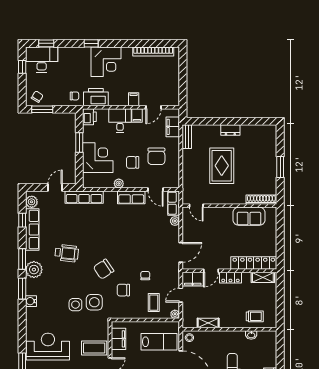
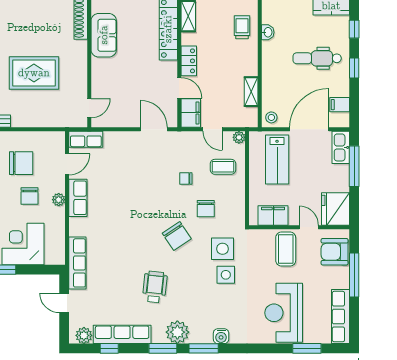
plant: (119, 183) -> (59, 200), moved
plant: (175, 221) -> (110, 138), removed
lab bench: (159, 342) -> (277, 159), turned 180

